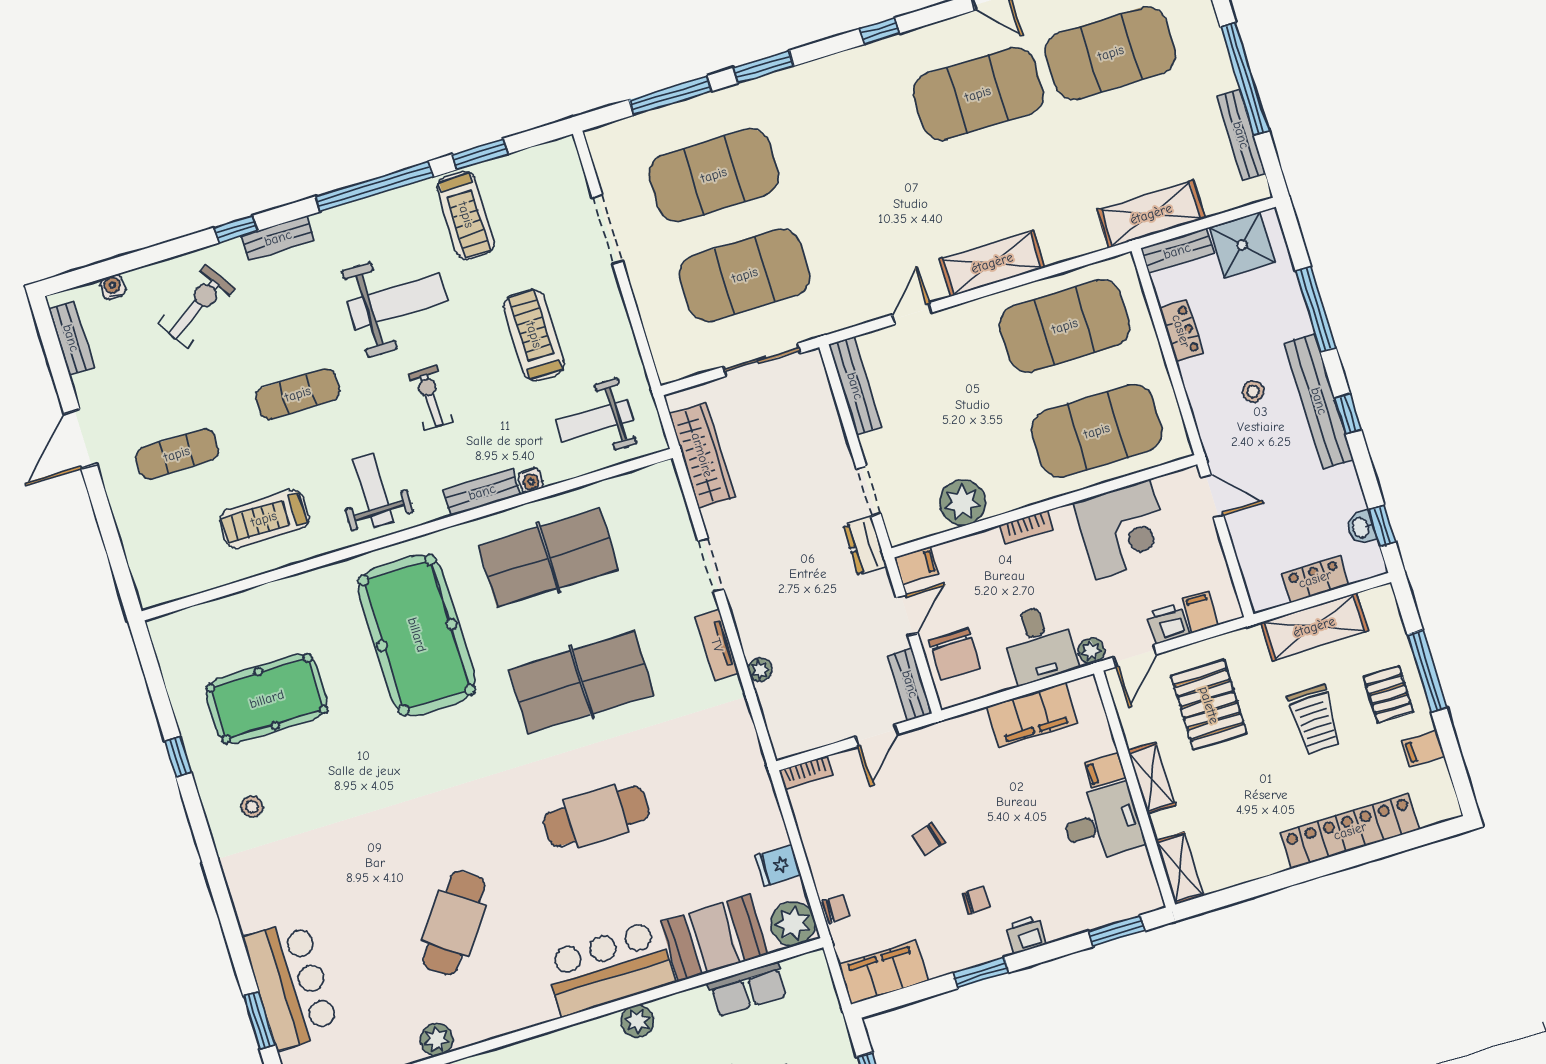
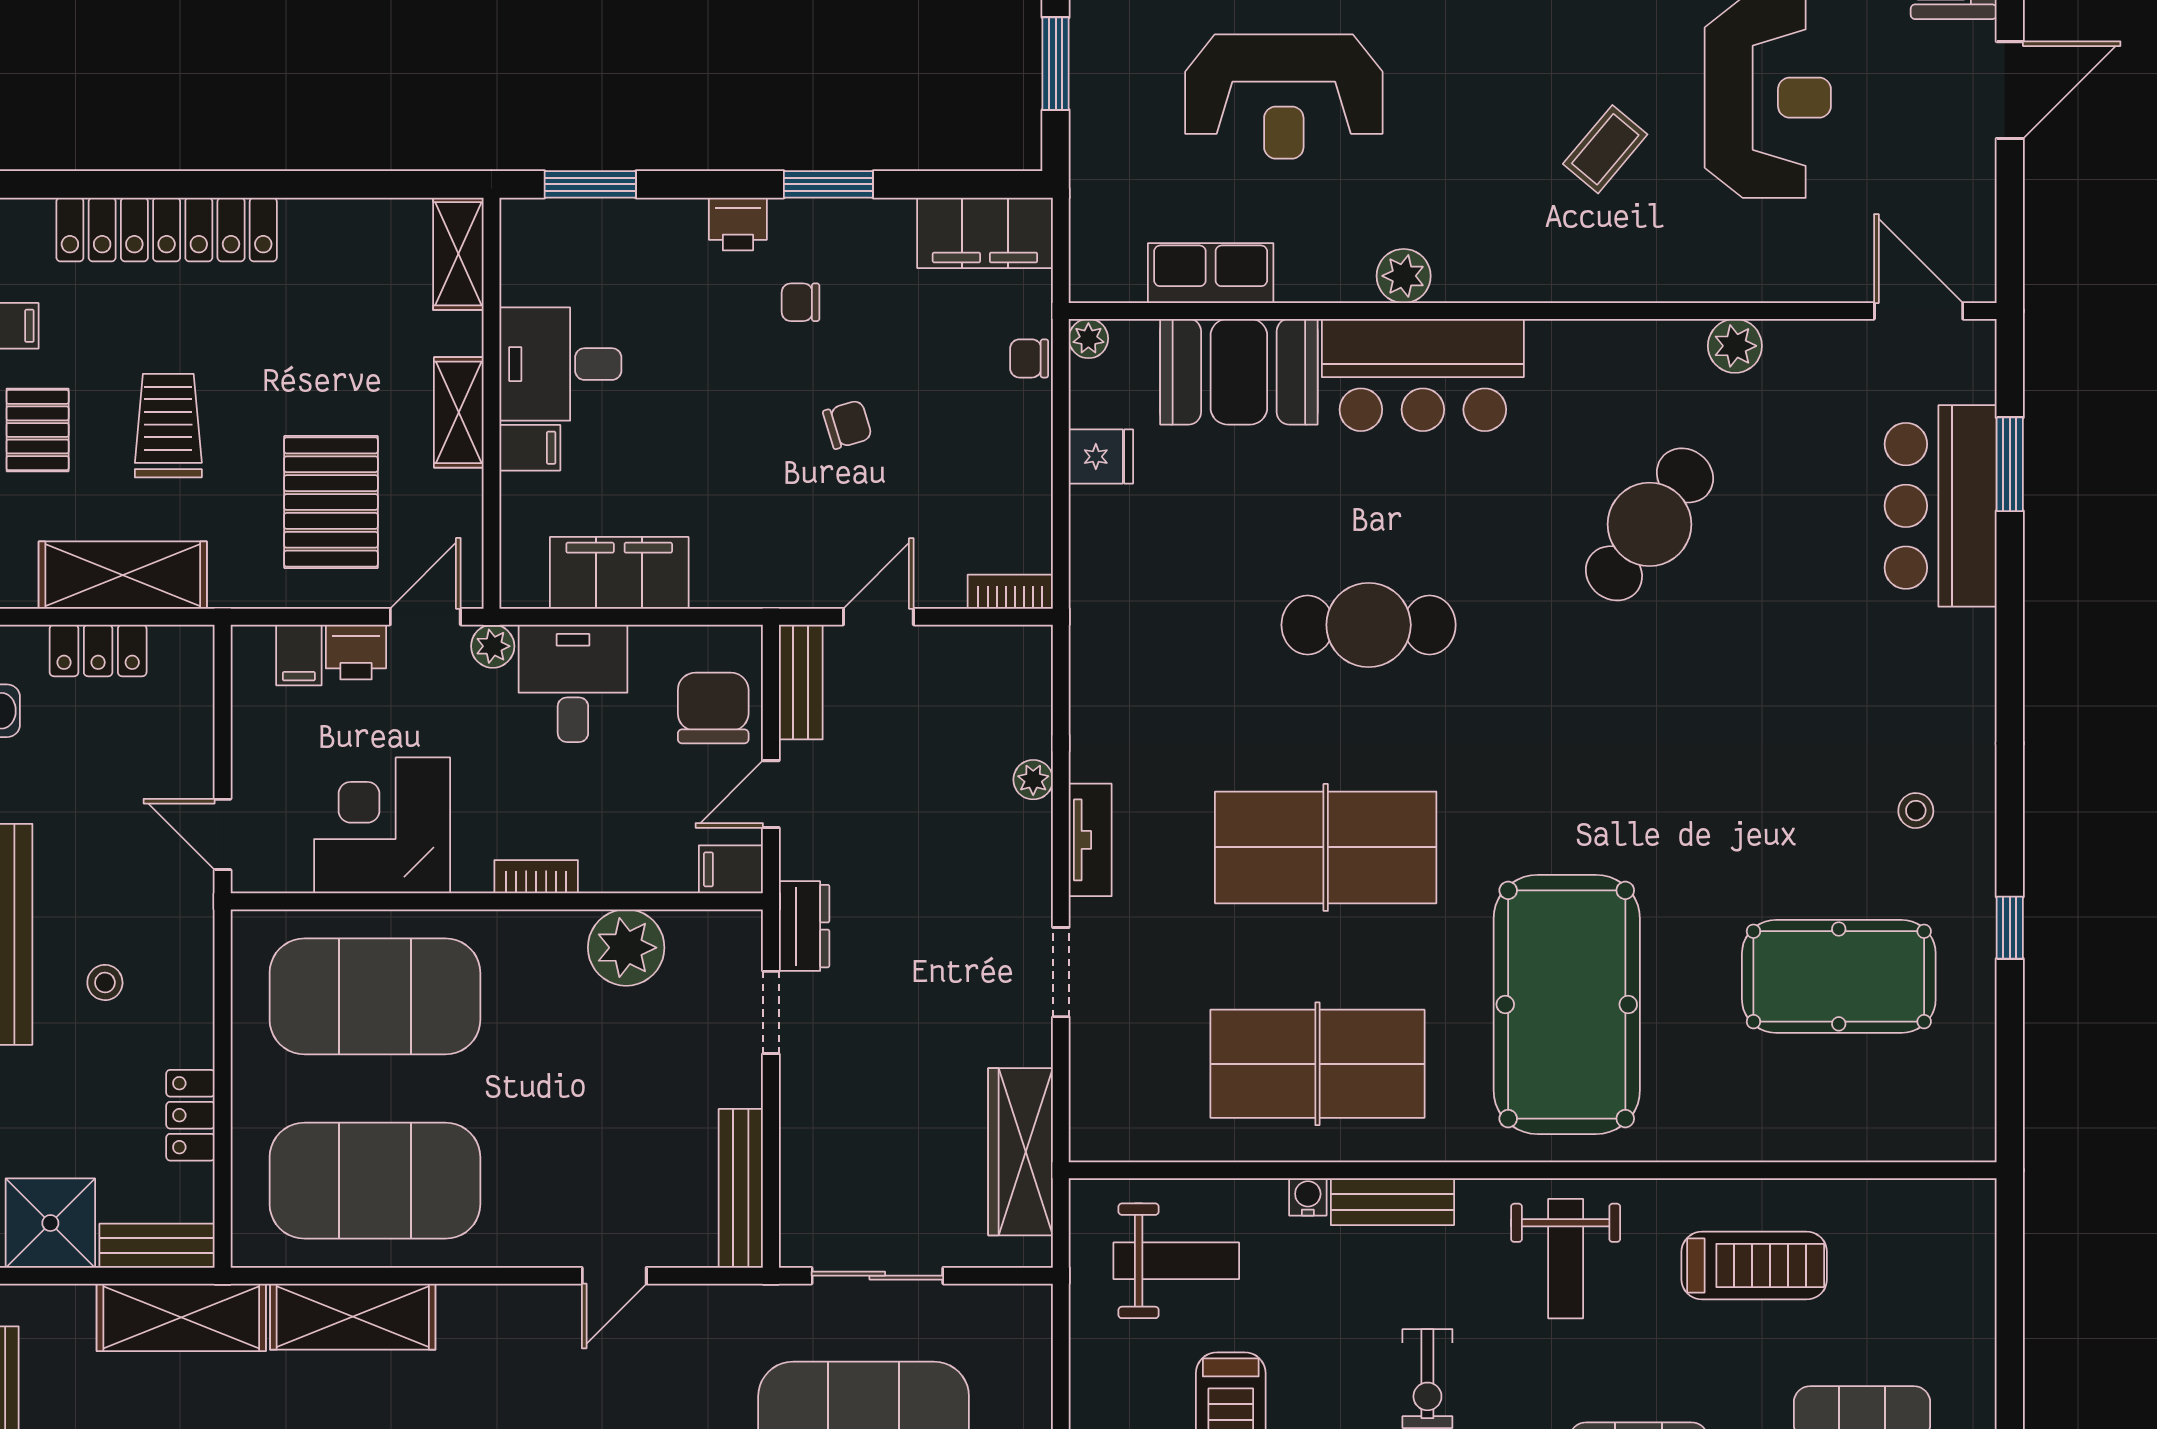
shelving: (992, 263) -> (353, 1317), moved
plant: (793, 924) -> (1088, 339), width x0.53, depth x0.53

